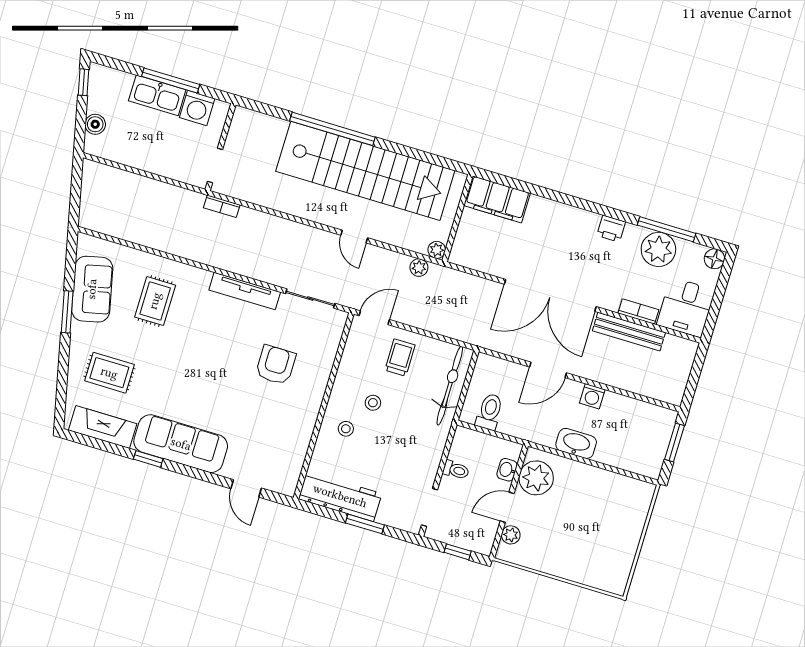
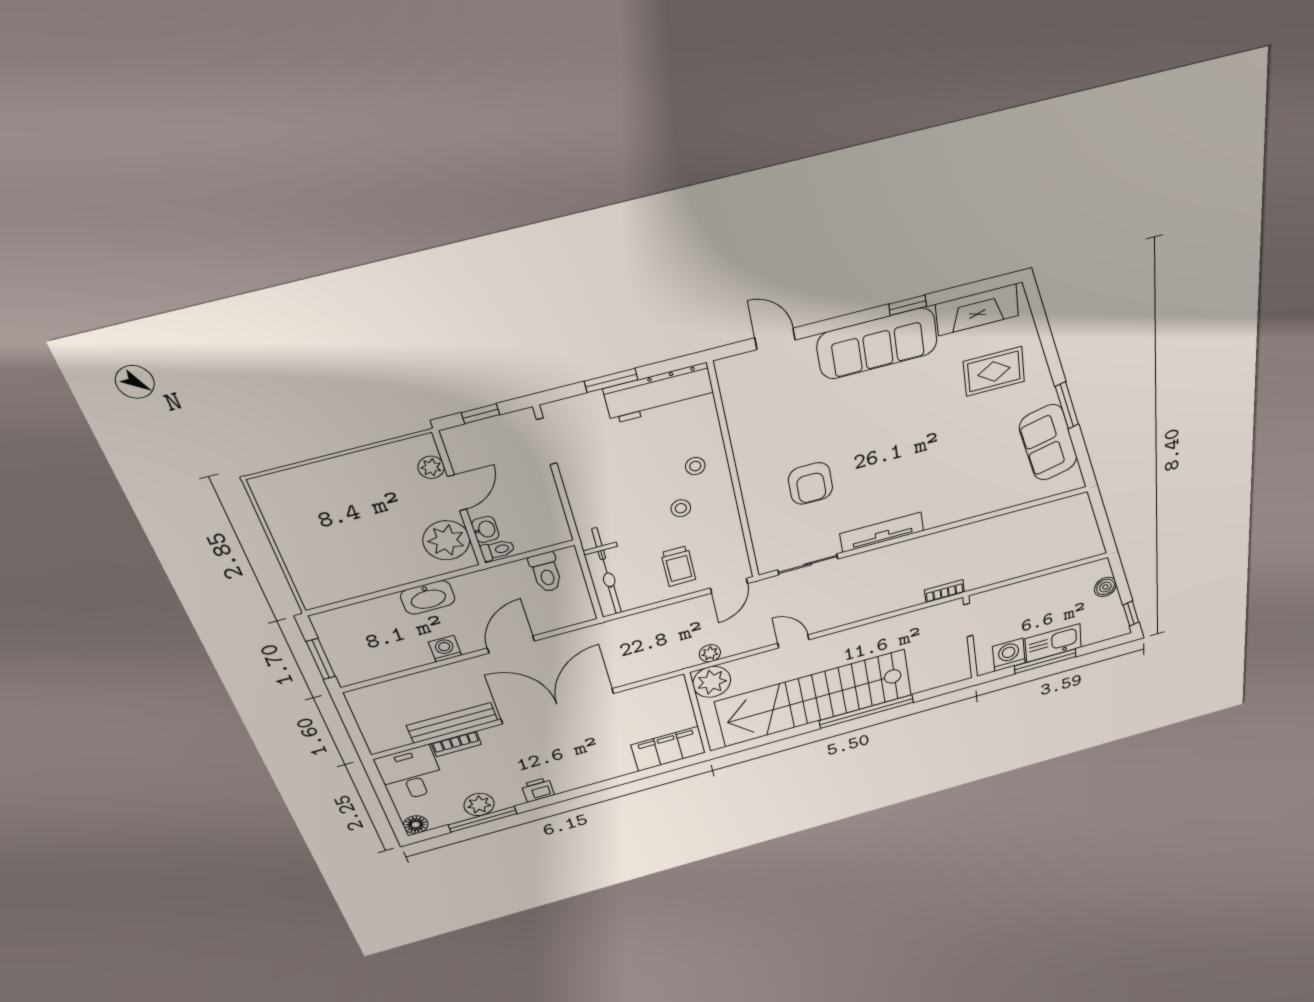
plant: (658, 249) -> (479, 805), width x0.73, depth x0.73
plant: (437, 250) -> (712, 682), width x1.88, depth x1.88
rug: (155, 301) -> (974, 470), removed
toilet: (456, 470) -> (497, 550), moved, turned 180

